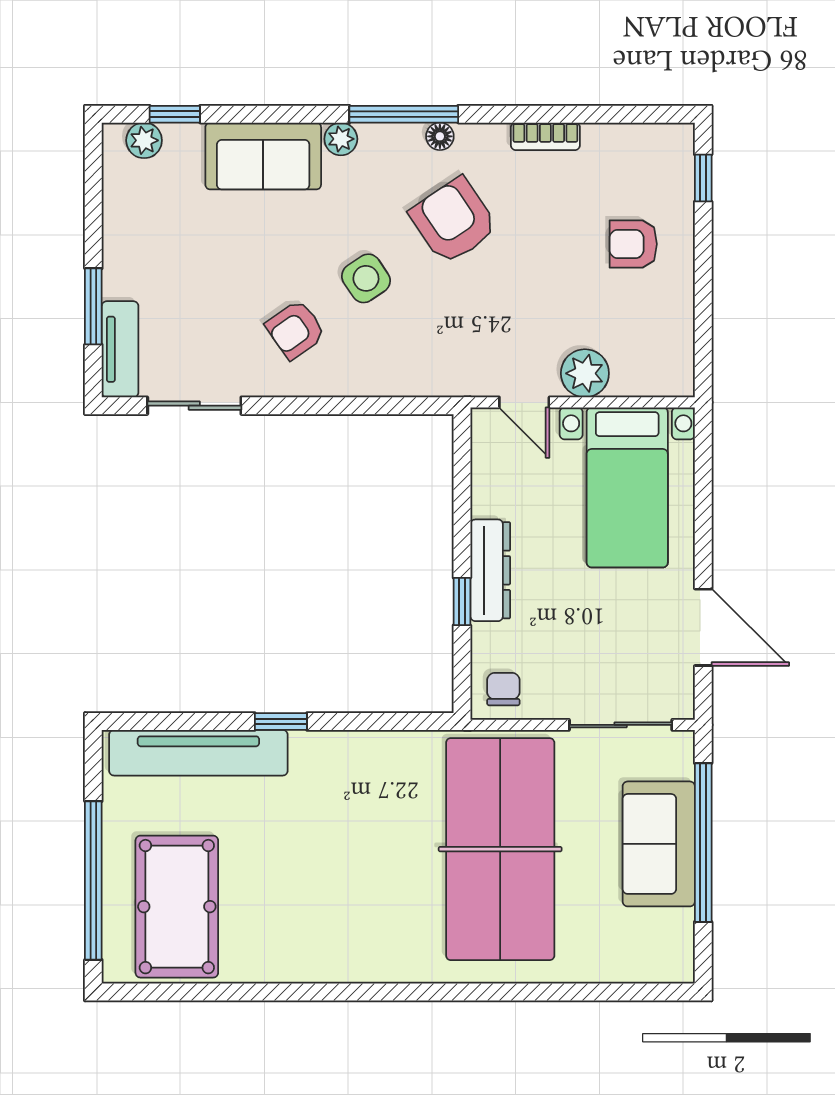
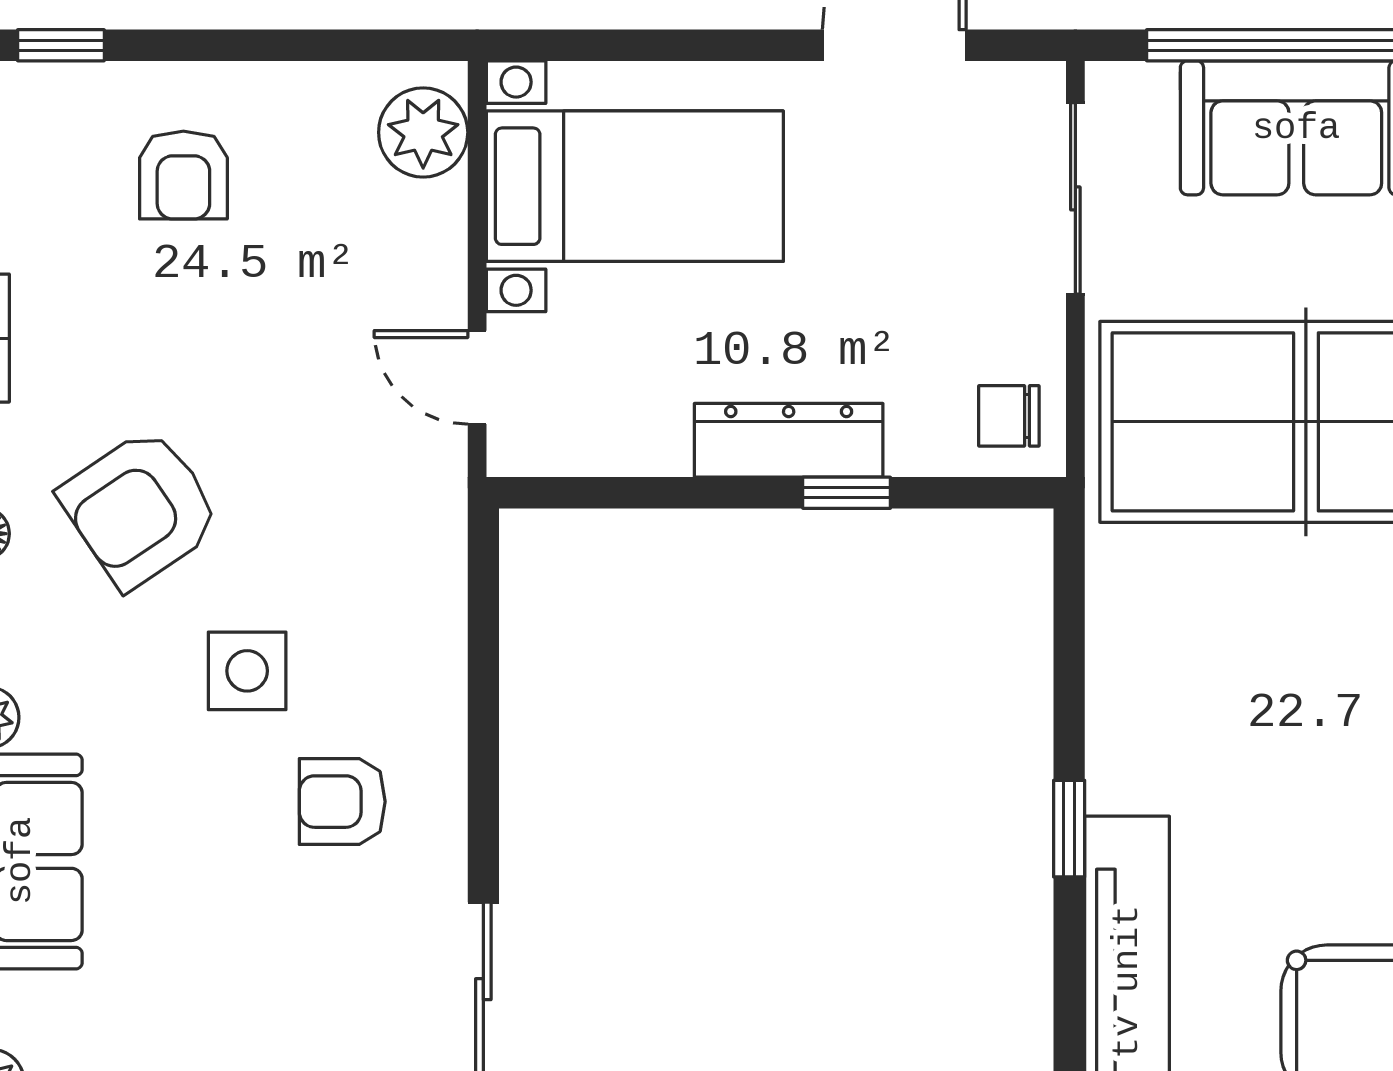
side table: (366, 278) -> (247, 671), turned 34
armchair: (295, 330) -> (342, 802), turned 125
plant: (585, 373) -> (423, 132), moved
door: (524, 402) -> (477, 377), swing flipped

